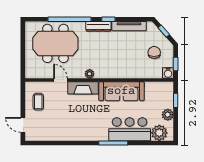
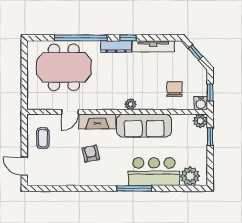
chair: (154, 52) -> (174, 89), moved
plant: (90, 74) -> (130, 104), moved
door: (60, 80) -> (70, 112), swing flipped
armchair: (78, 114) -> (91, 154), added
plant: (168, 115) -> (200, 121), moved

